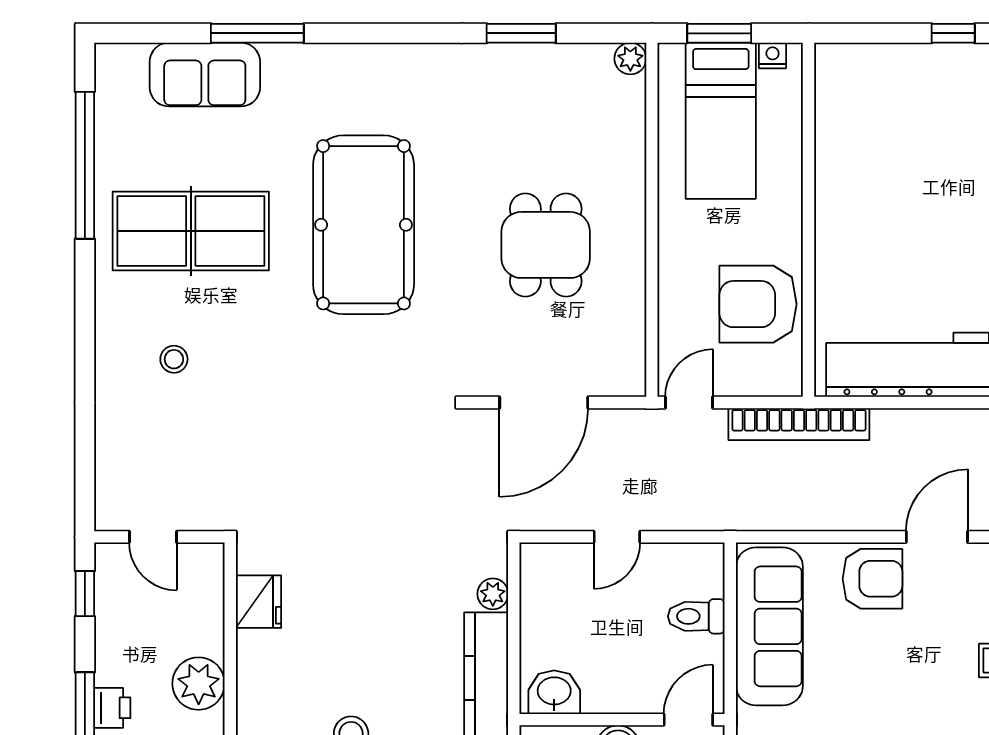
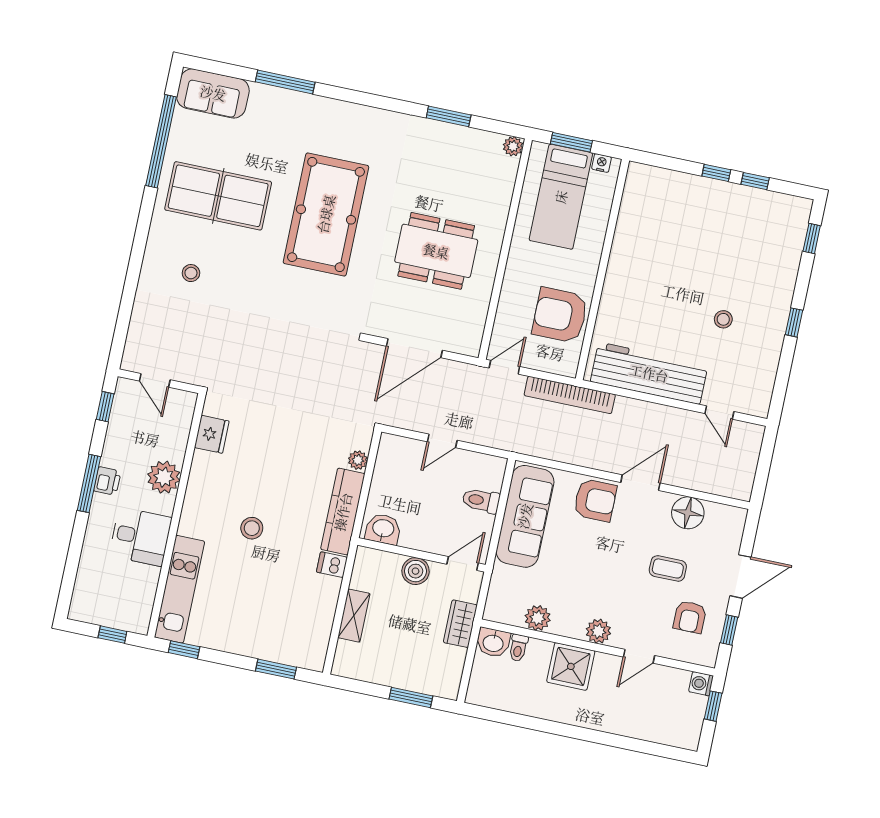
sofa: (205, 75) -> (213, 93), moved
dining table: (546, 245) -> (436, 251), width x1.38

